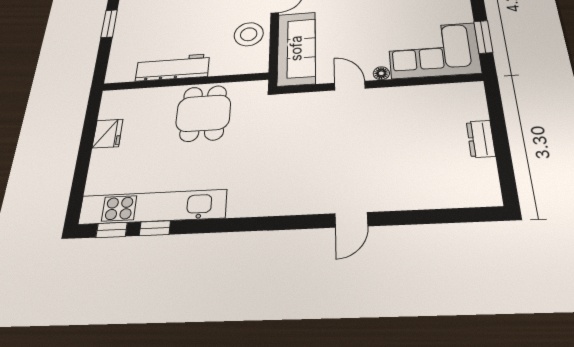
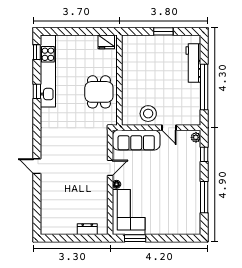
workbench: (173, 68) -> (129, 72), removed
dining table: (203, 113) -> (99, 92), turned 90
fridge: (108, 134) -> (106, 42), moved
dresser: (481, 139) -> (87, 229), moved
window: (155, 228) -> (37, 91), moved

